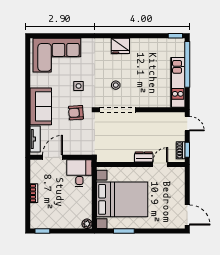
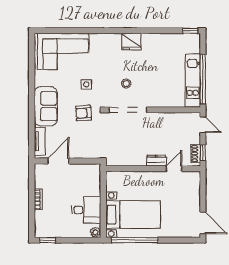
window: (187, 64) -> (203, 79), moved
desk: (79, 173) -> (86, 210), moved, turned 90
bed with nightstands: (122, 199) -> (133, 214), width x0.73
window: (124, 231) -> (135, 240), width x2.11

